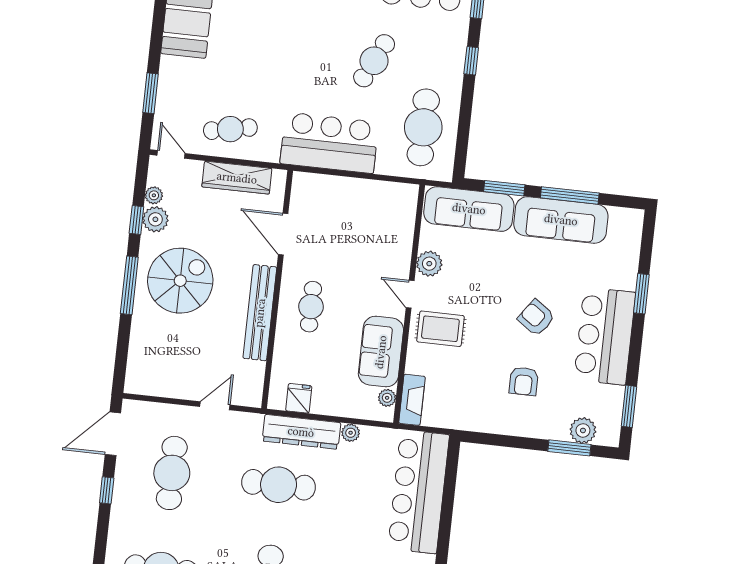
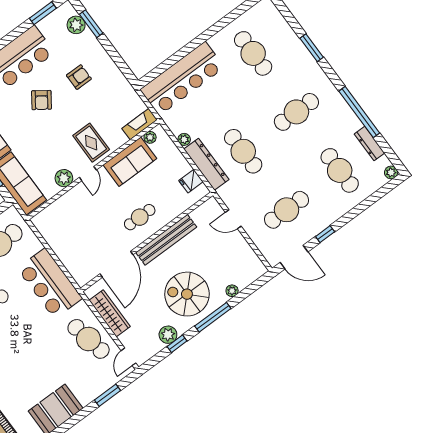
cafe table: (230, 129) -> (89, 339), width x1.37, depth x1.35
plant: (154, 195) -> (232, 291), moved
door: (283, 234) -> (116, 264), width x1.36

